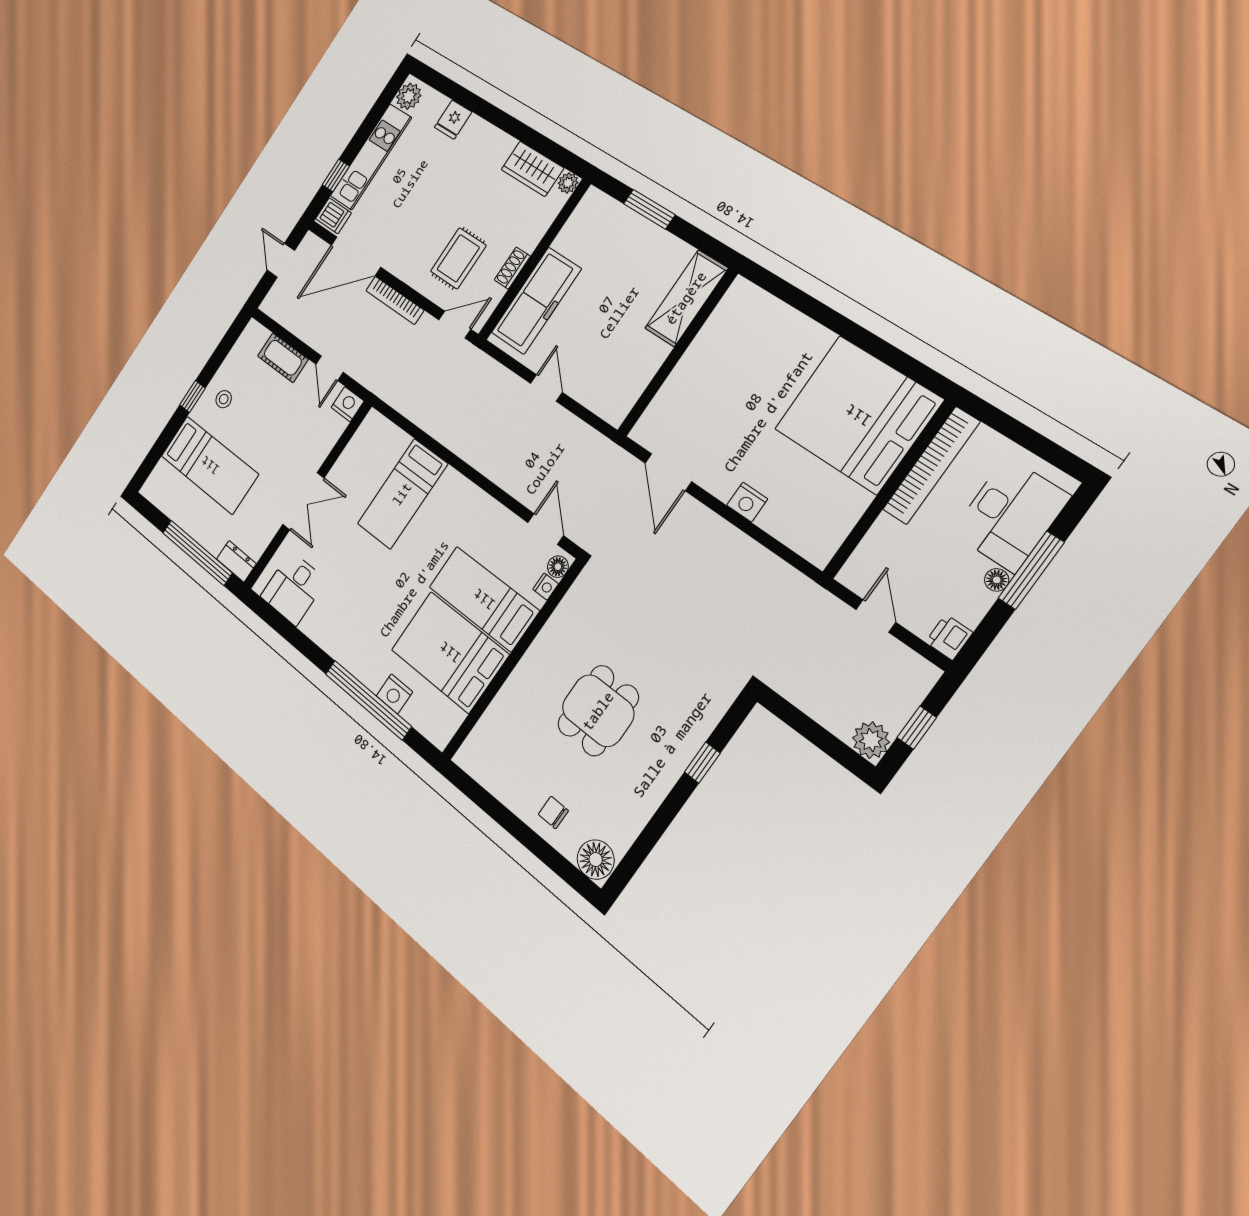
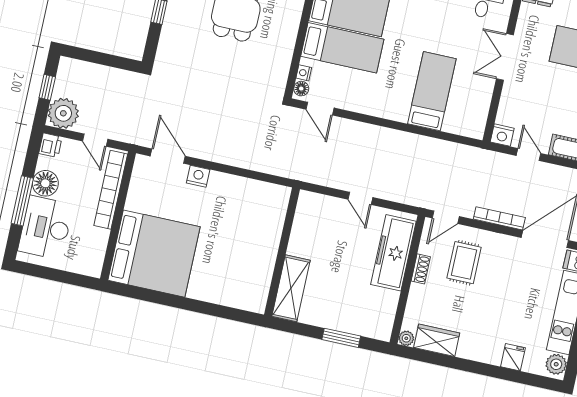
bookcase: (931, 466) -> (111, 190), moved
door: (668, 472) -> (168, 156), moved
floor lamp: (997, 580) -> (45, 183), width x1.89, depth x1.89
plant: (871, 740) -> (63, 113), moved, width x1.36, depth x1.36

